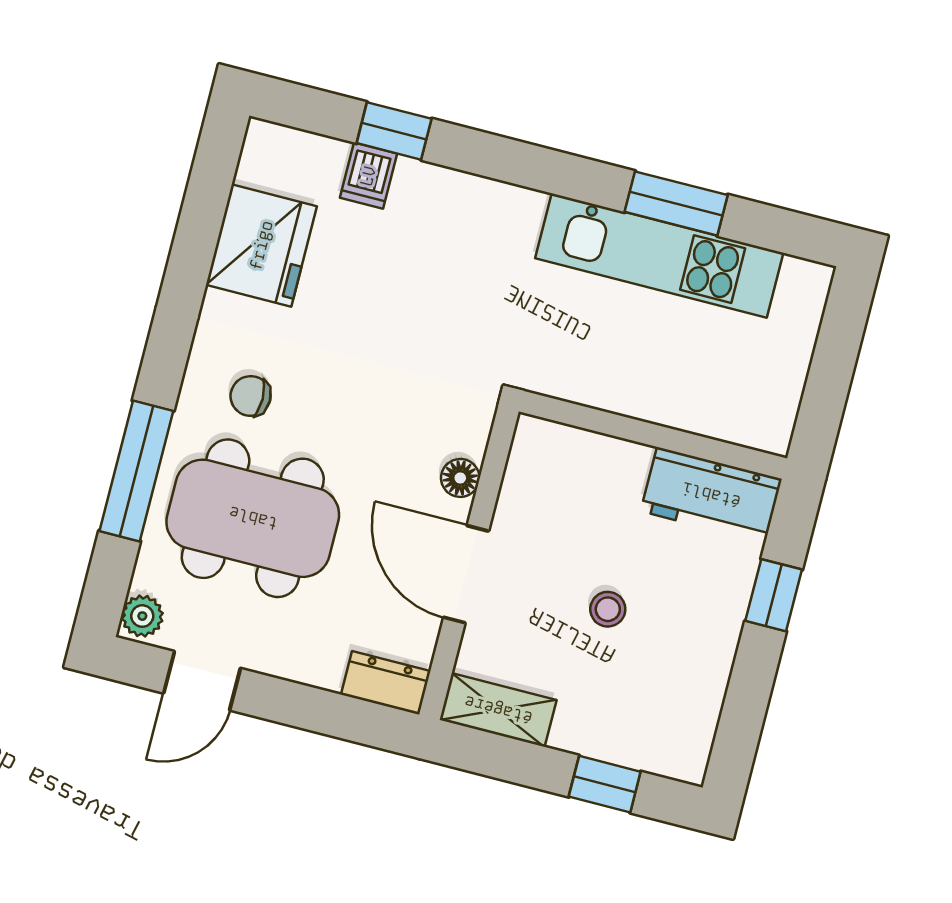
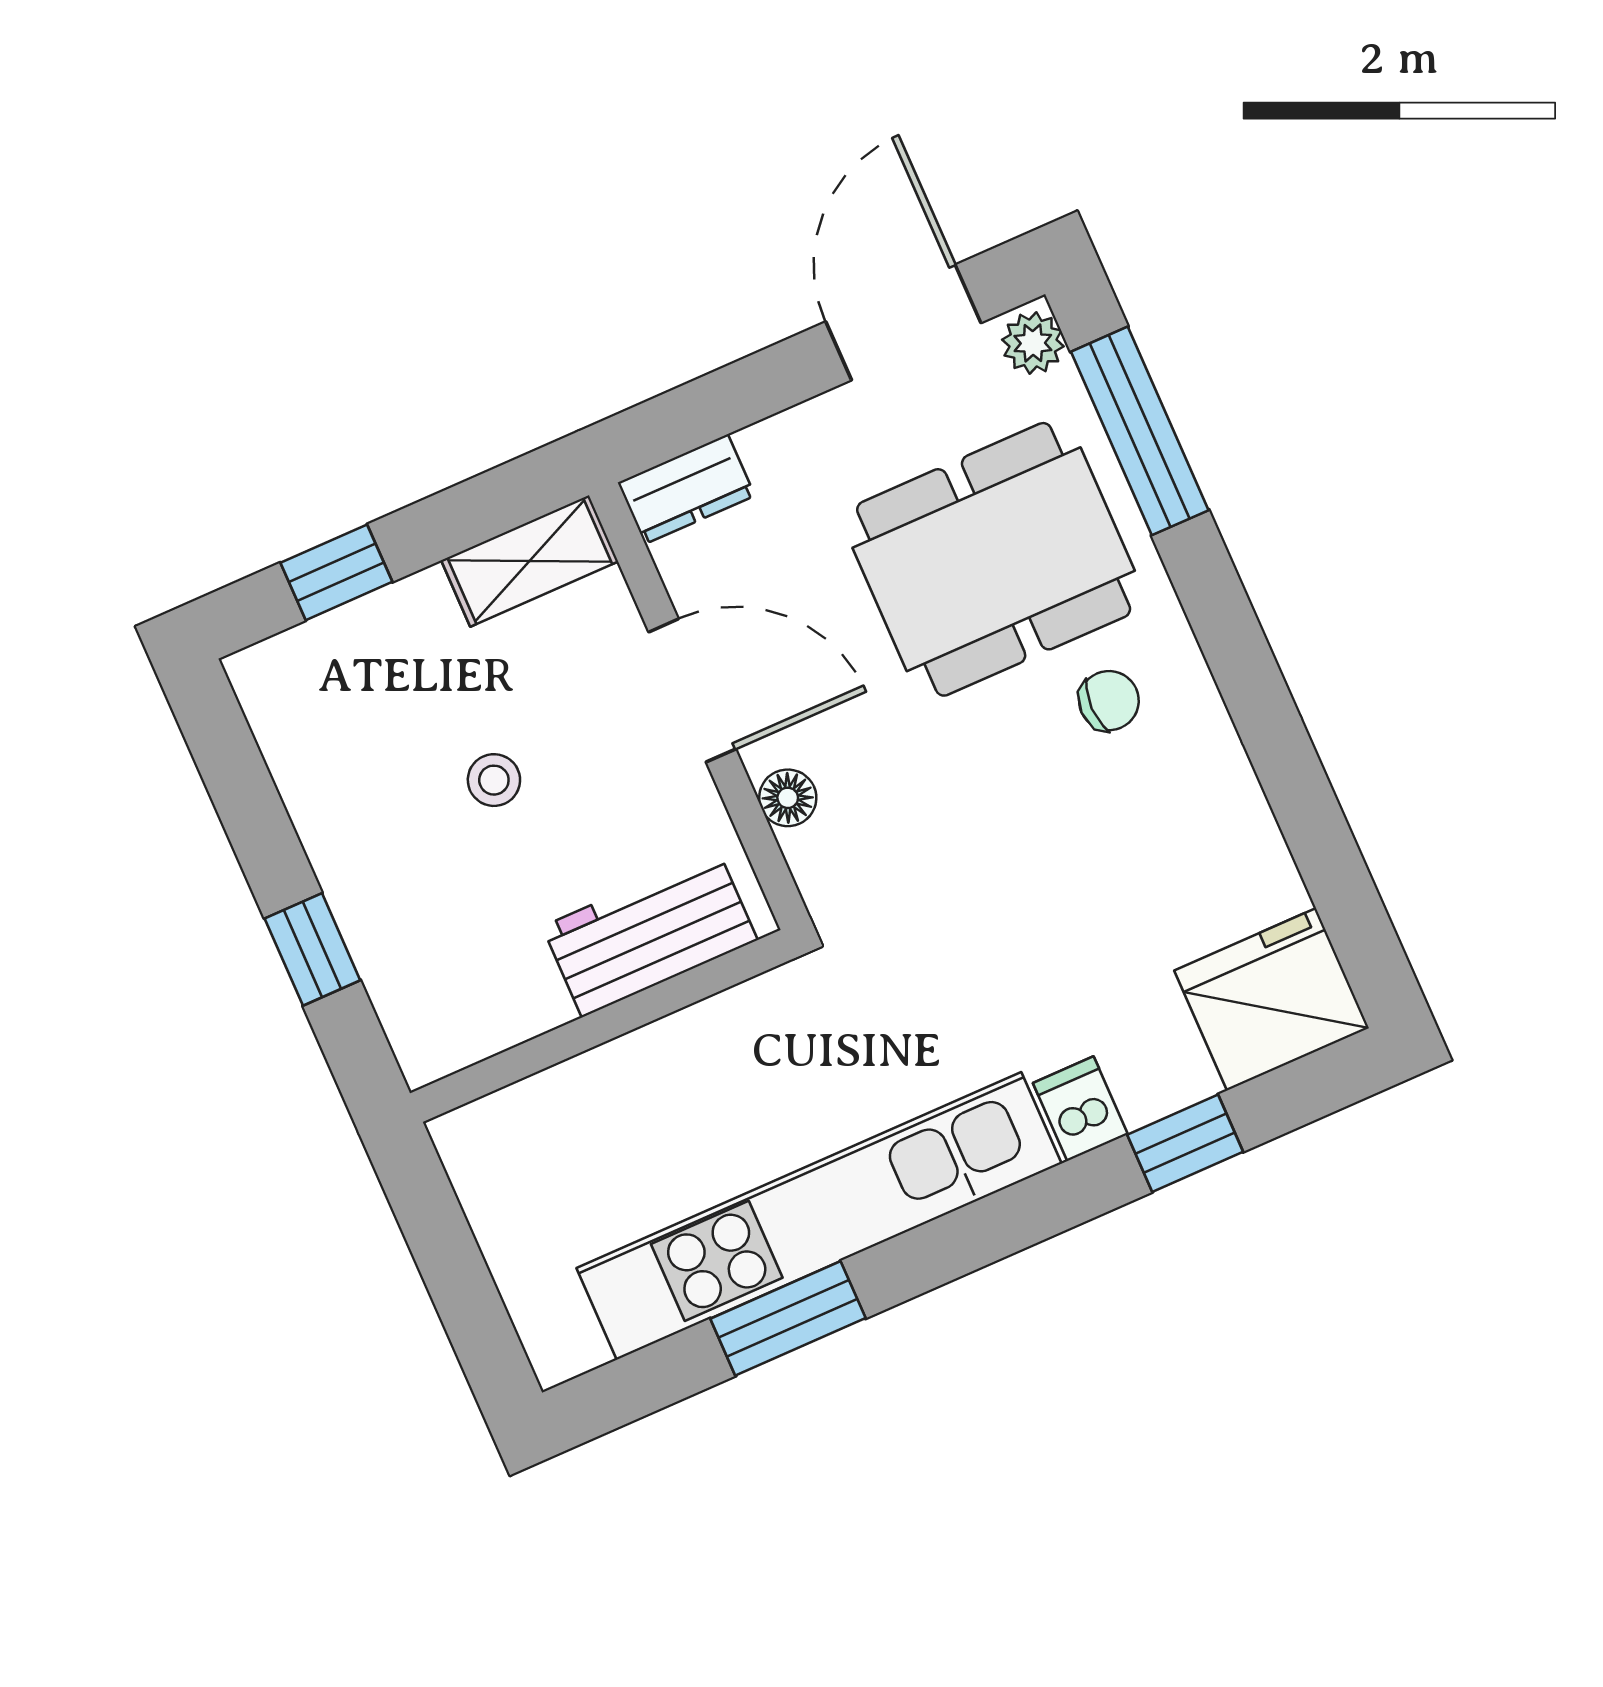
dishwasher: (368, 176) -> (1080, 1109), moved
fridge: (261, 245) -> (1272, 999), moved, turned 90
kitchen unit: (659, 255) -> (819, 1216), width x1.36
window: (136, 471) -> (1140, 431), moved
workbench: (711, 495) -> (650, 933), moved
door: (202, 681) -> (903, 322), width x1.38

